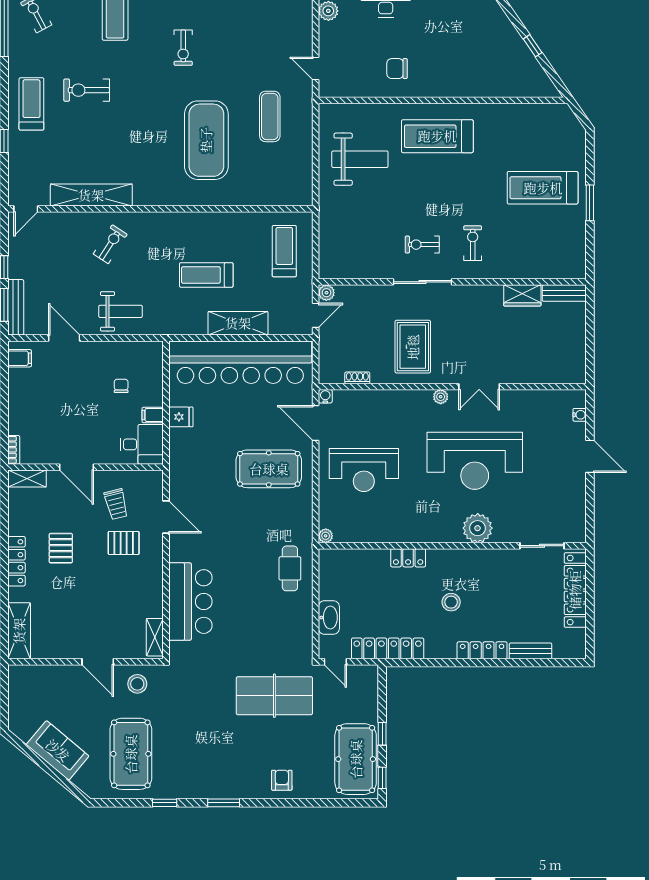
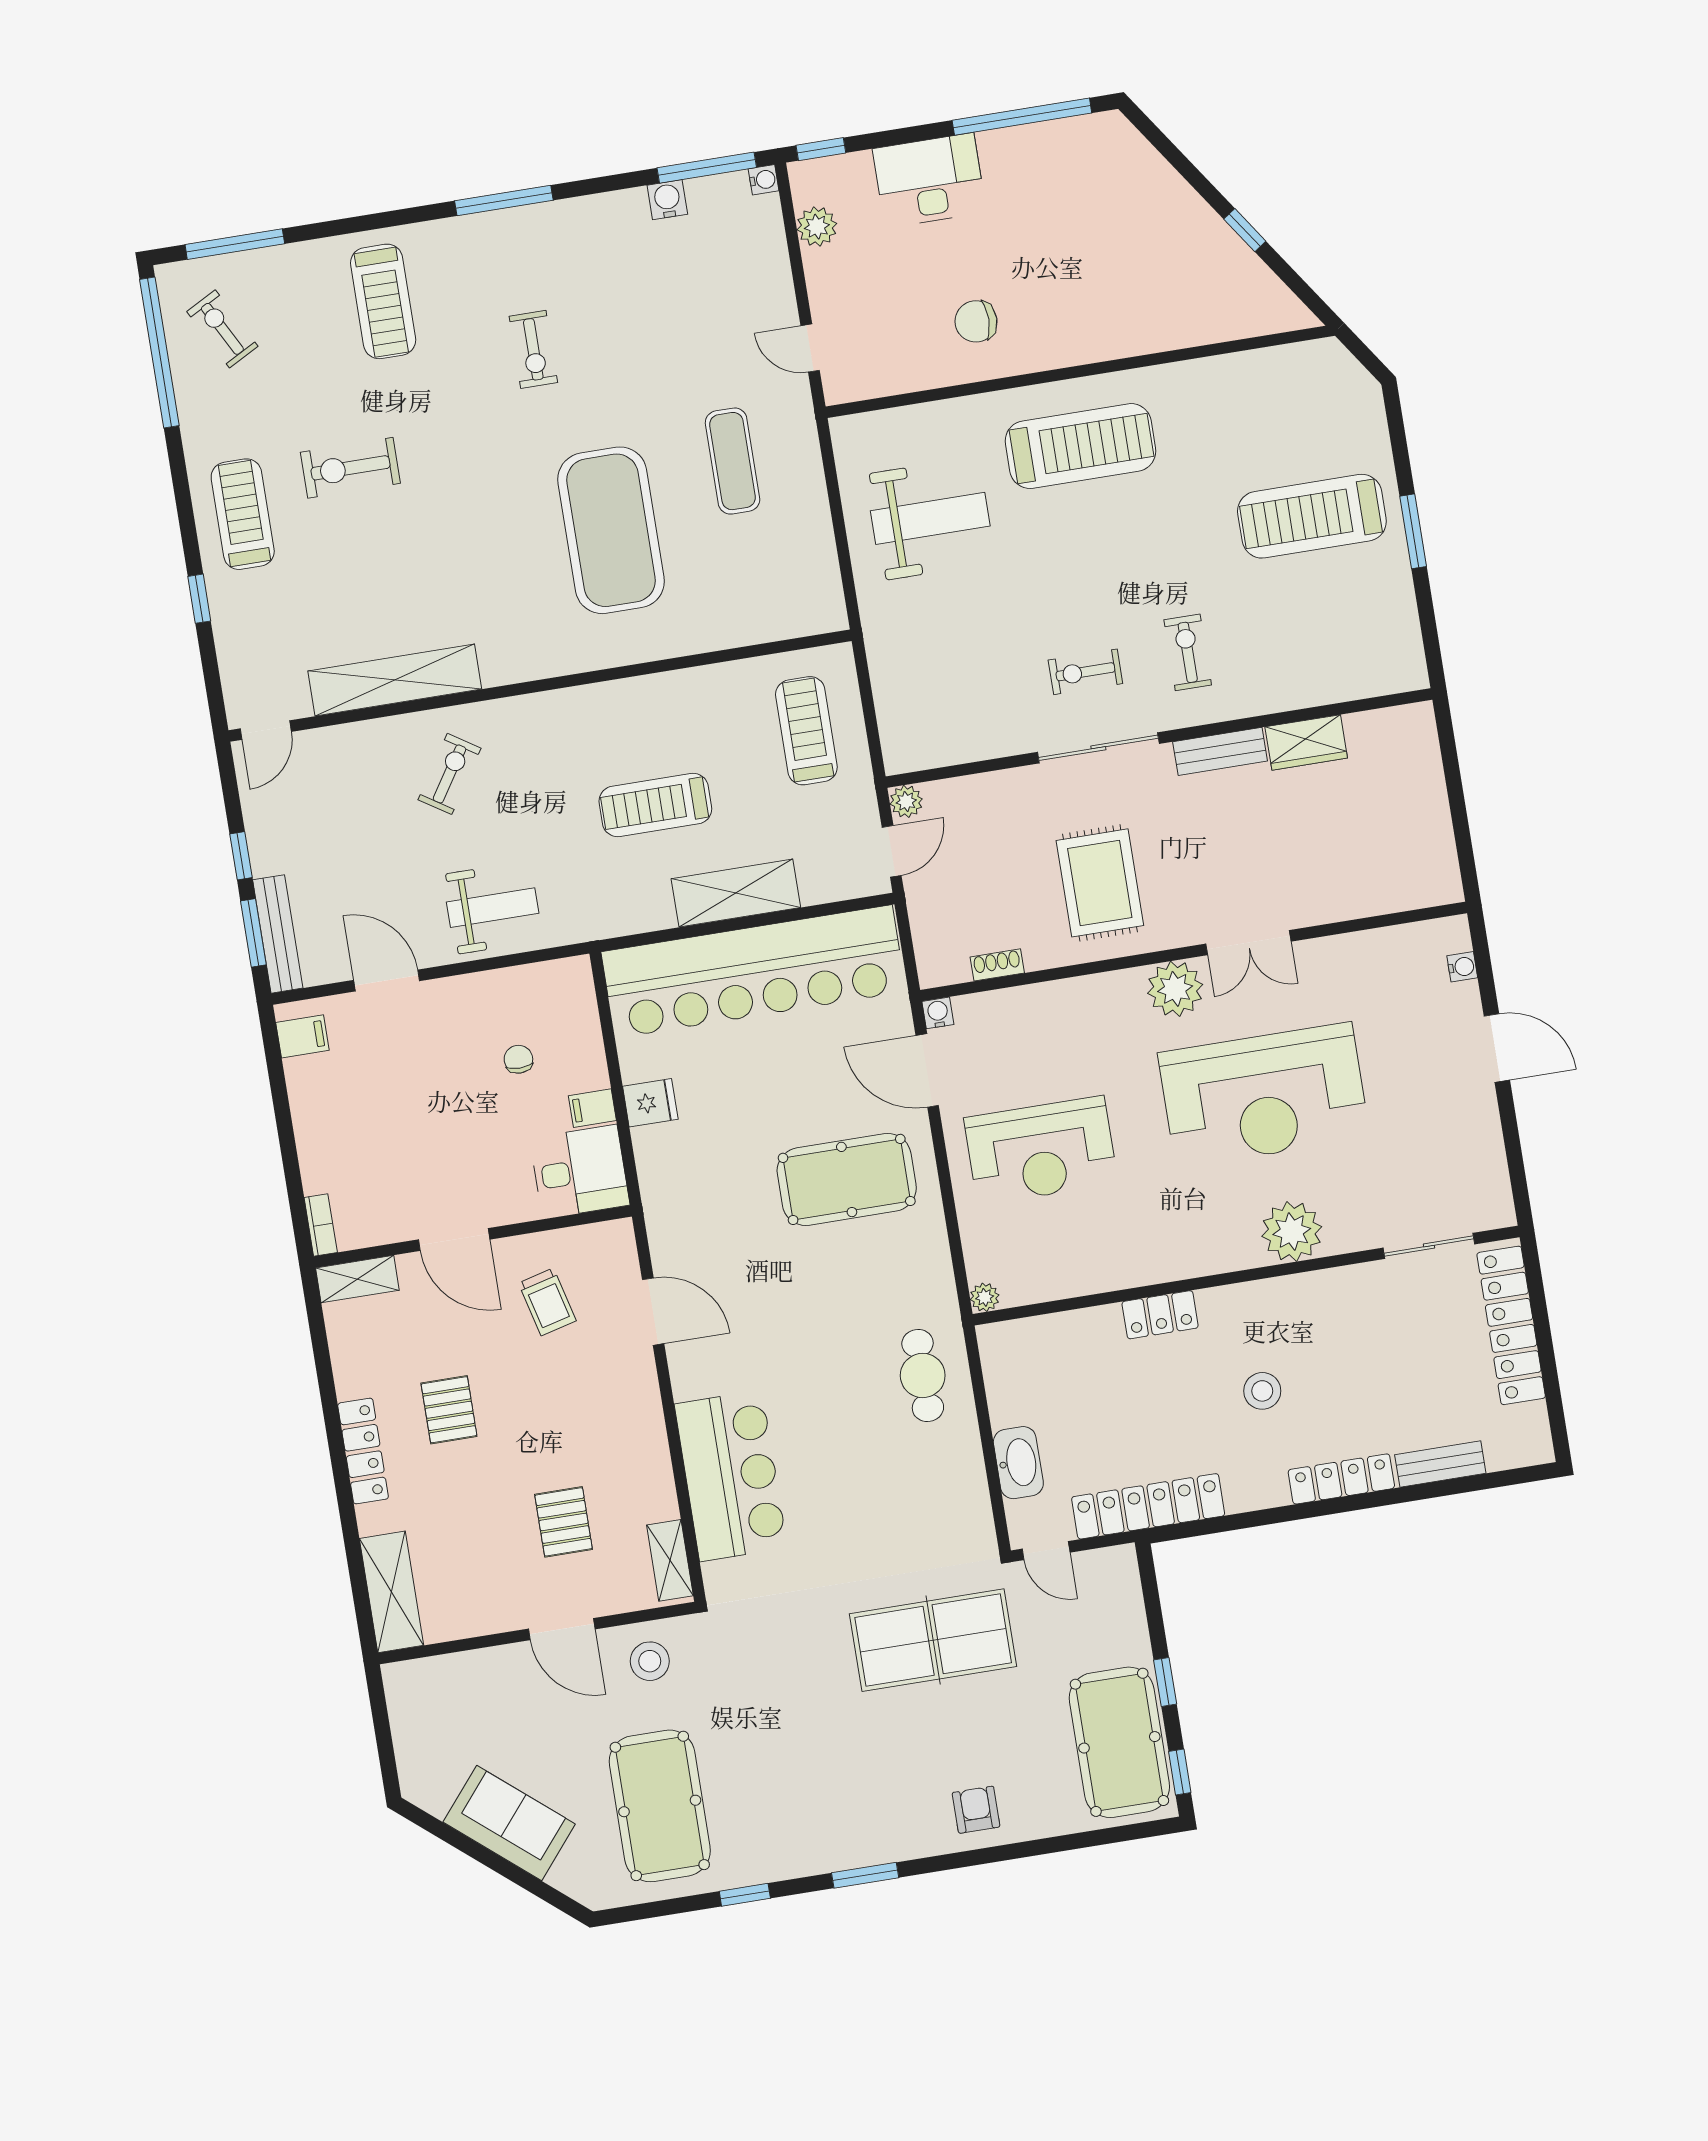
treadmill: (437, 136) -> (1080, 446), turned 180
bench: (564, 293) -> (1220, 751), moved
plant: (441, 397) -> (1175, 989), width x1.87, depth x1.87
pallet: (124, 543) -> (564, 1522), moved, turned 90

